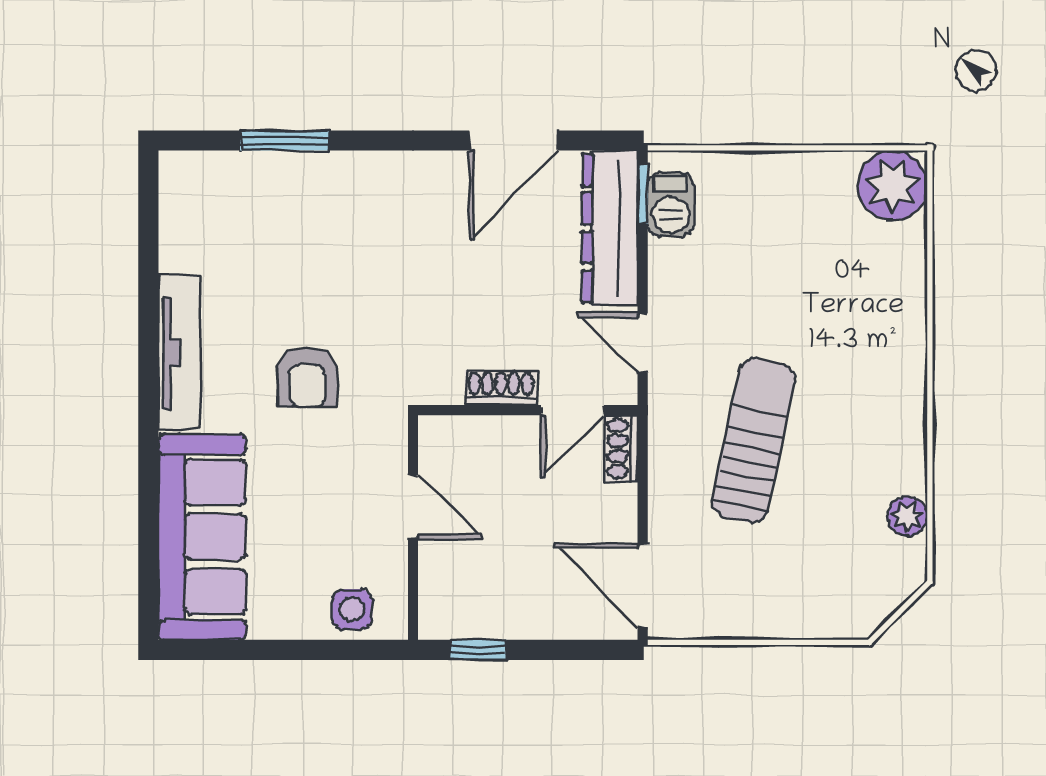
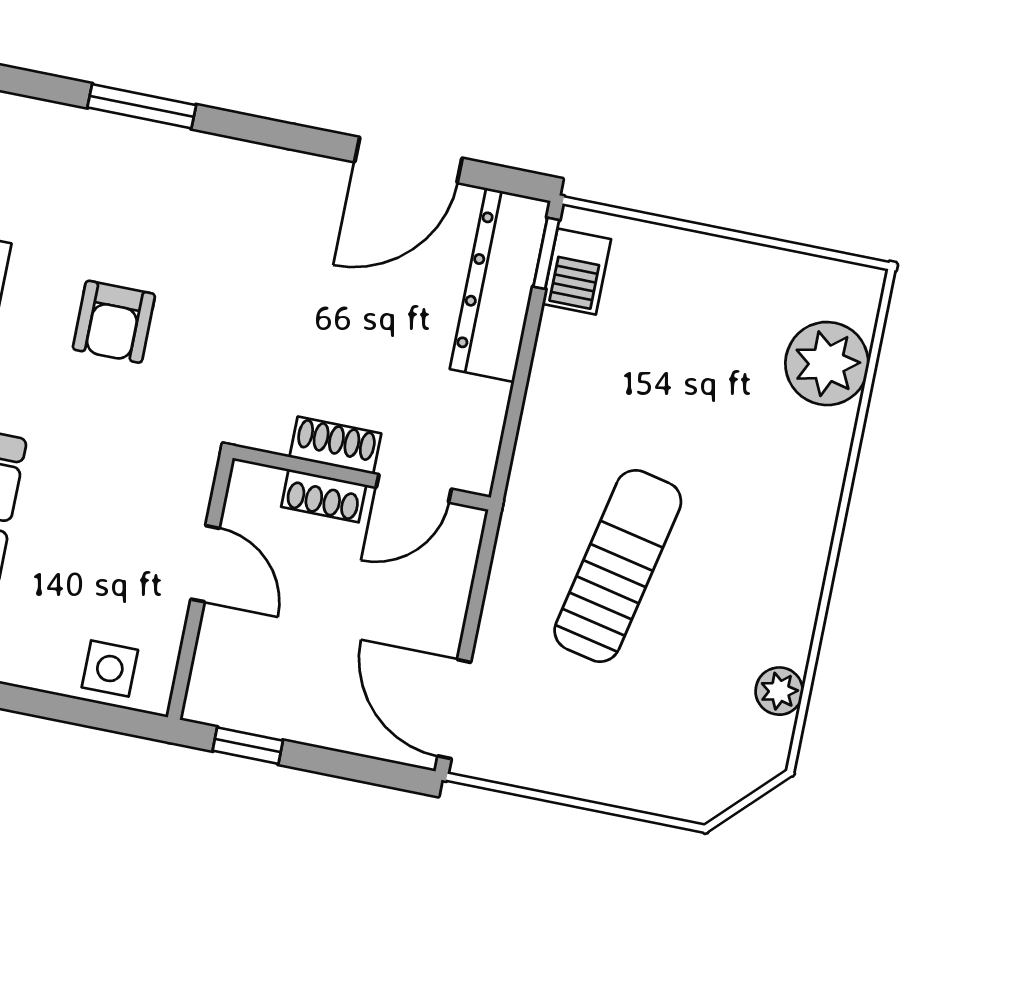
plant: (892, 185) -> (827, 364), moved
door: (643, 343) -> (511, 426), removed
armchair: (307, 377) -> (114, 322), moved
shoe rack: (622, 448) -> (324, 496), moved, turned -90

